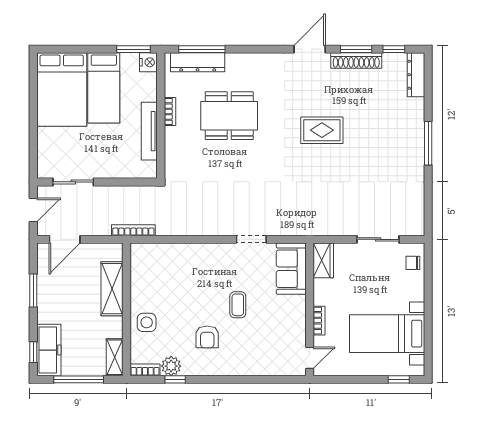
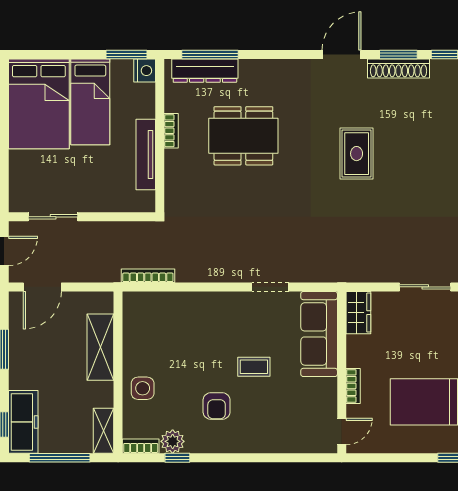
rug: (322, 130) -> (357, 154), turned 90
bookcase: (133, 230) -> (148, 276), moved
sofa: (291, 269) -> (319, 334), width x1.36
coffee table: (238, 305) -> (254, 367), turned 90

